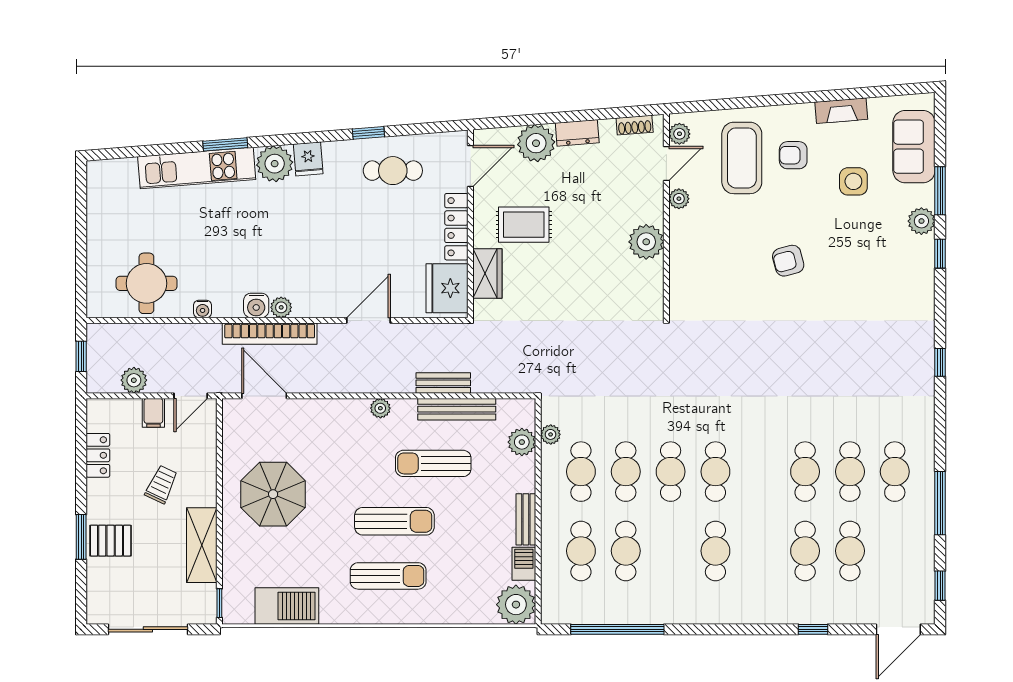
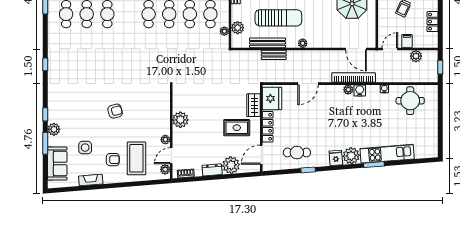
sun lounger: (433, 463) -> (278, 18), width x1.36, depth x1.34

